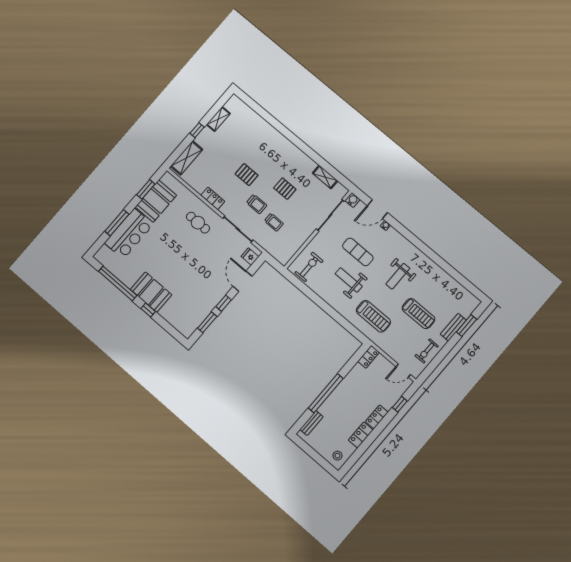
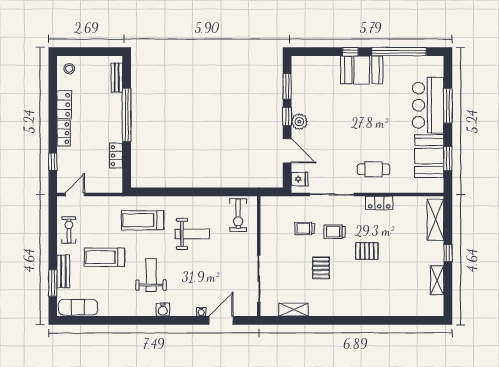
pallet: (285, 189) -> (321, 268), turned 90
water cooler: (352, 200) -> (163, 310), moved
exercise mat: (358, 252) -> (78, 307), moved
plant: (219, 293) -> (299, 122), added
locker: (369, 357) -> (116, 156), moved

